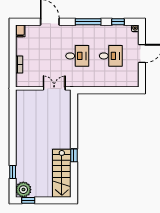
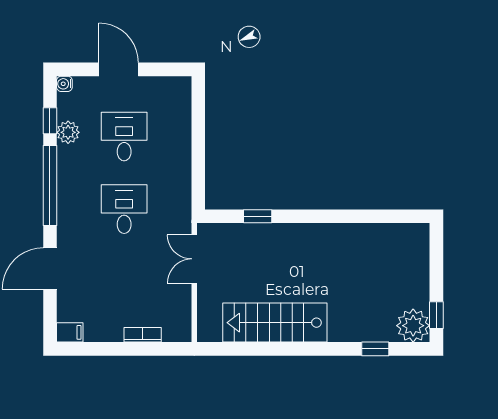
window: (88, 22) -> (50, 185), width x1.46
plant: (113, 30) -> (68, 132), added
window: (74, 155) -> (258, 216), moved
stairs: (62, 173) -> (275, 323), moved, turned 180

